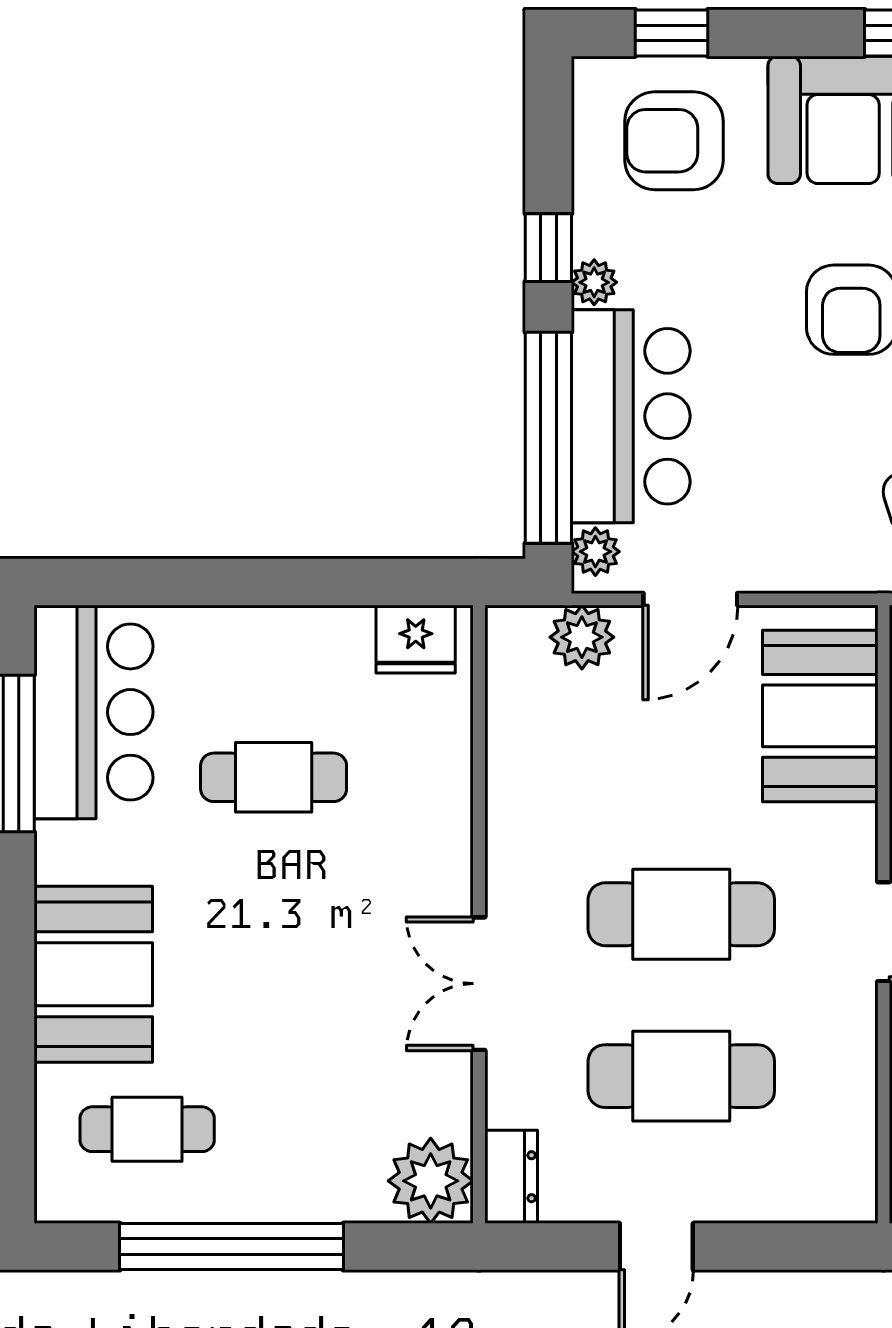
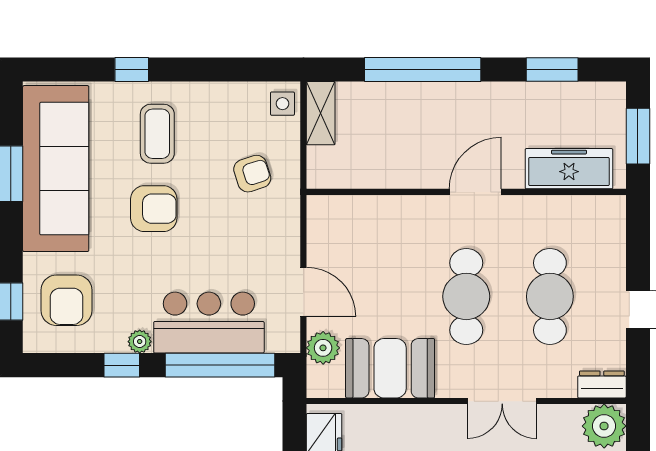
plant: (595, 552) -> (279, 341), removed
booth: (820, 716) -> (390, 368), moved

